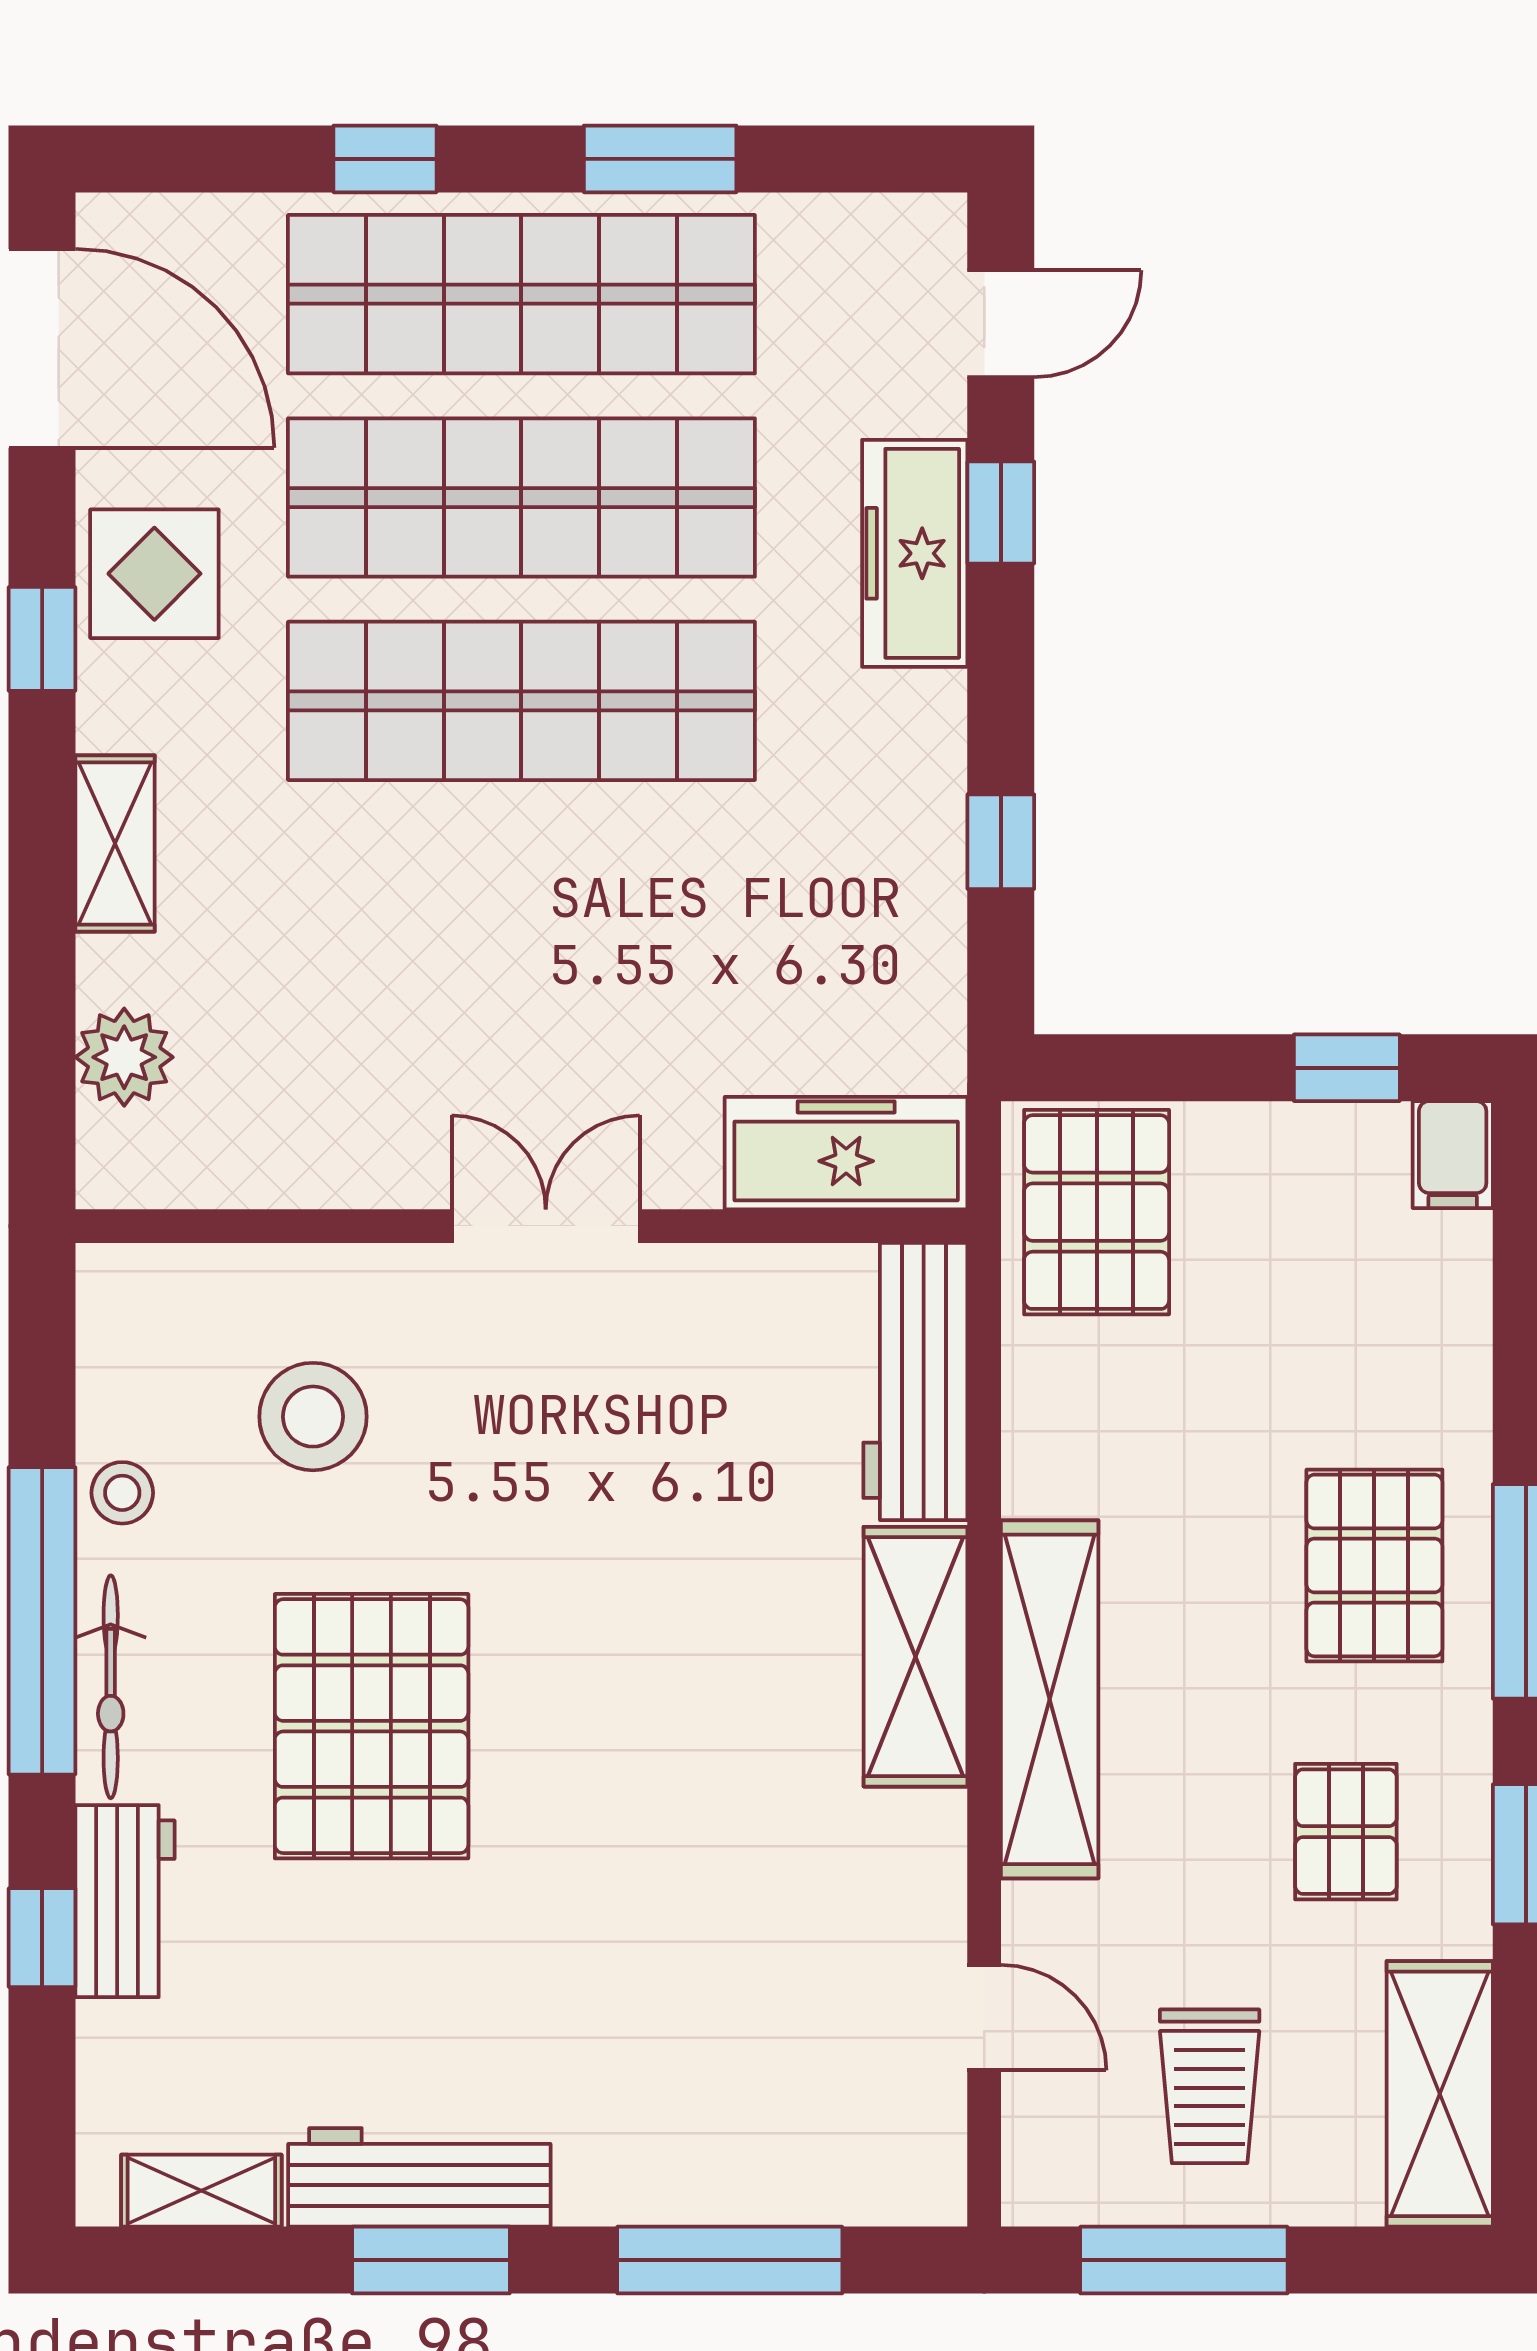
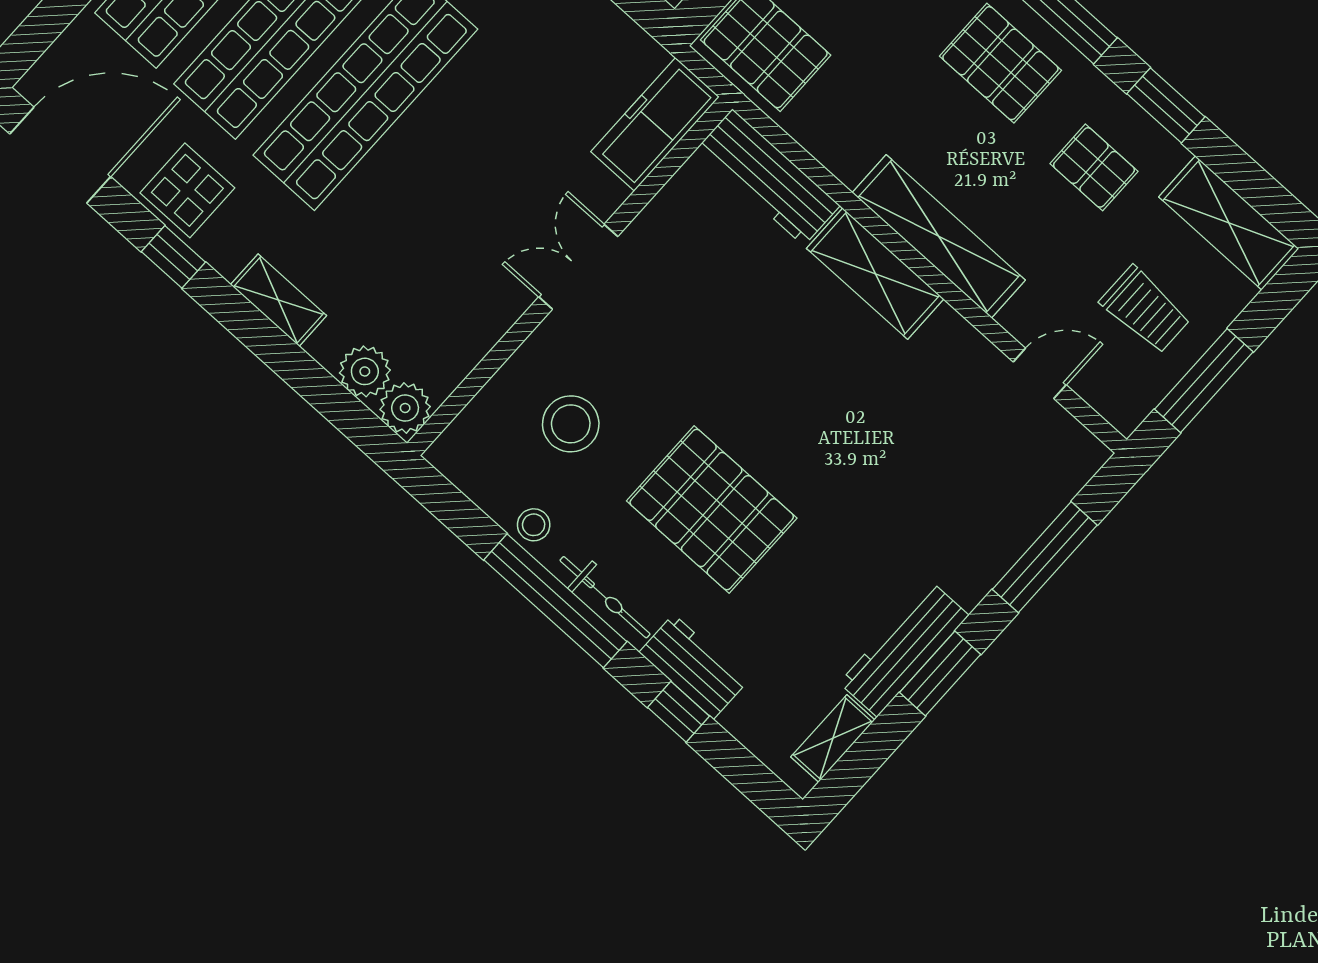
plant: (124, 1161) -> (405, 408), added

